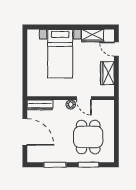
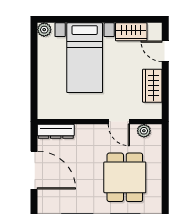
plant: (32, 34) -> (44, 30), added
plant: (71, 105) -> (144, 131), moved

